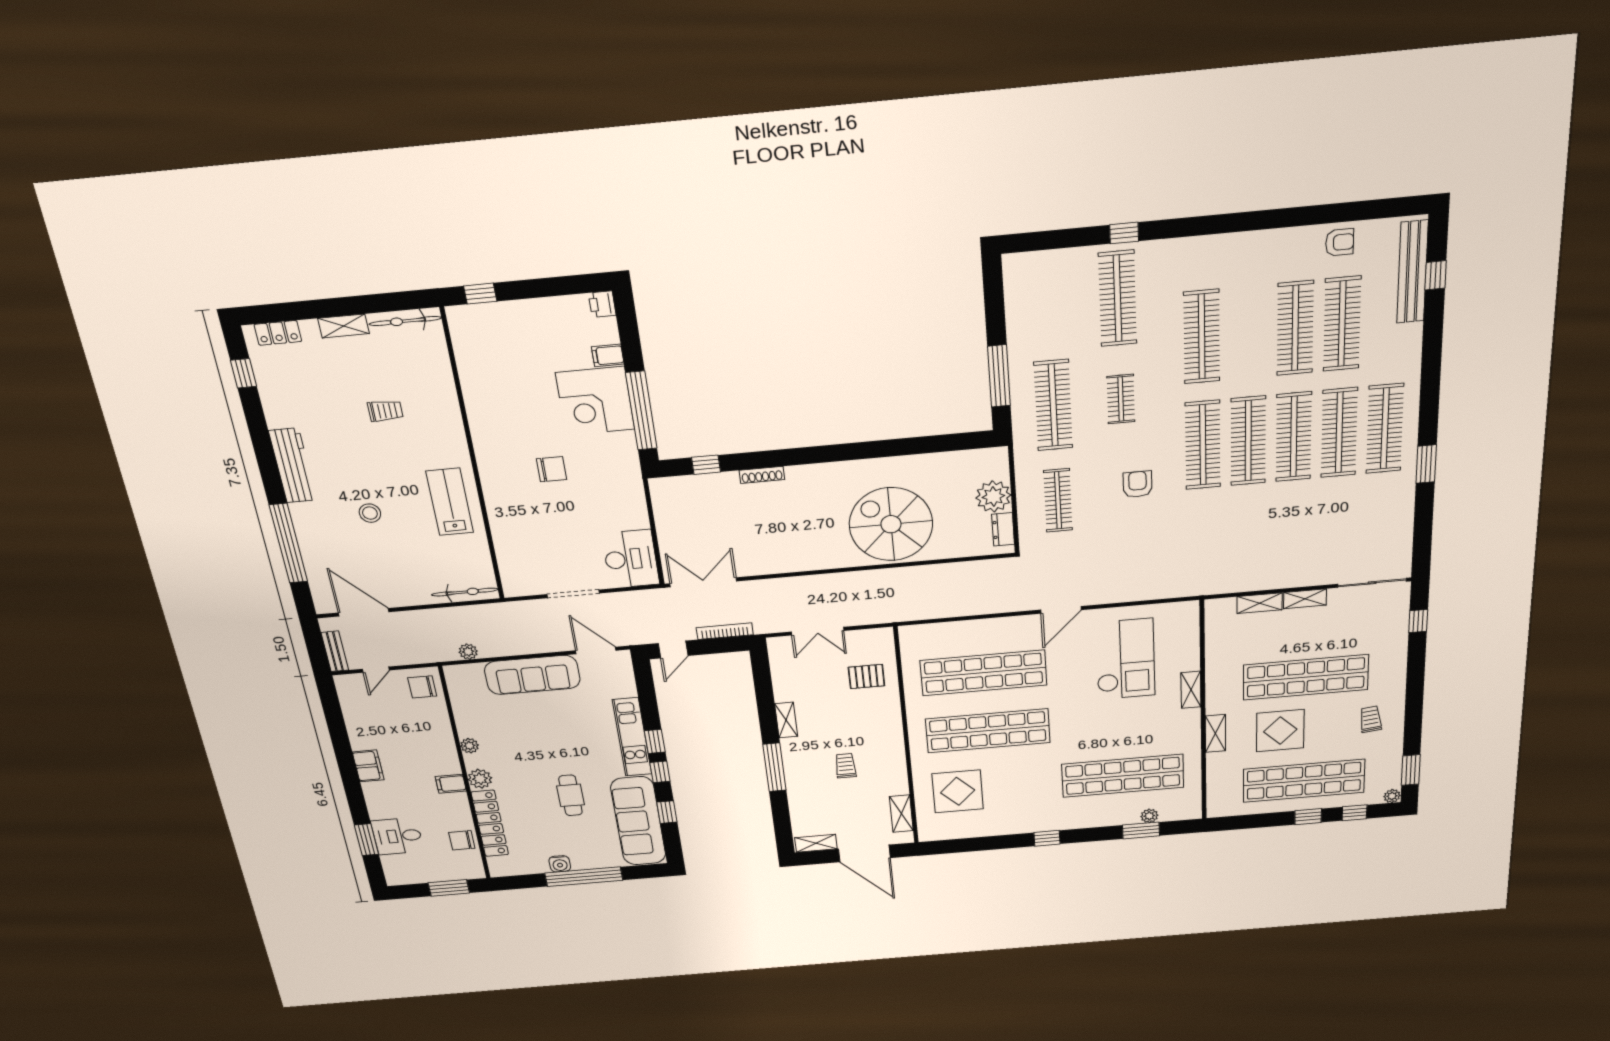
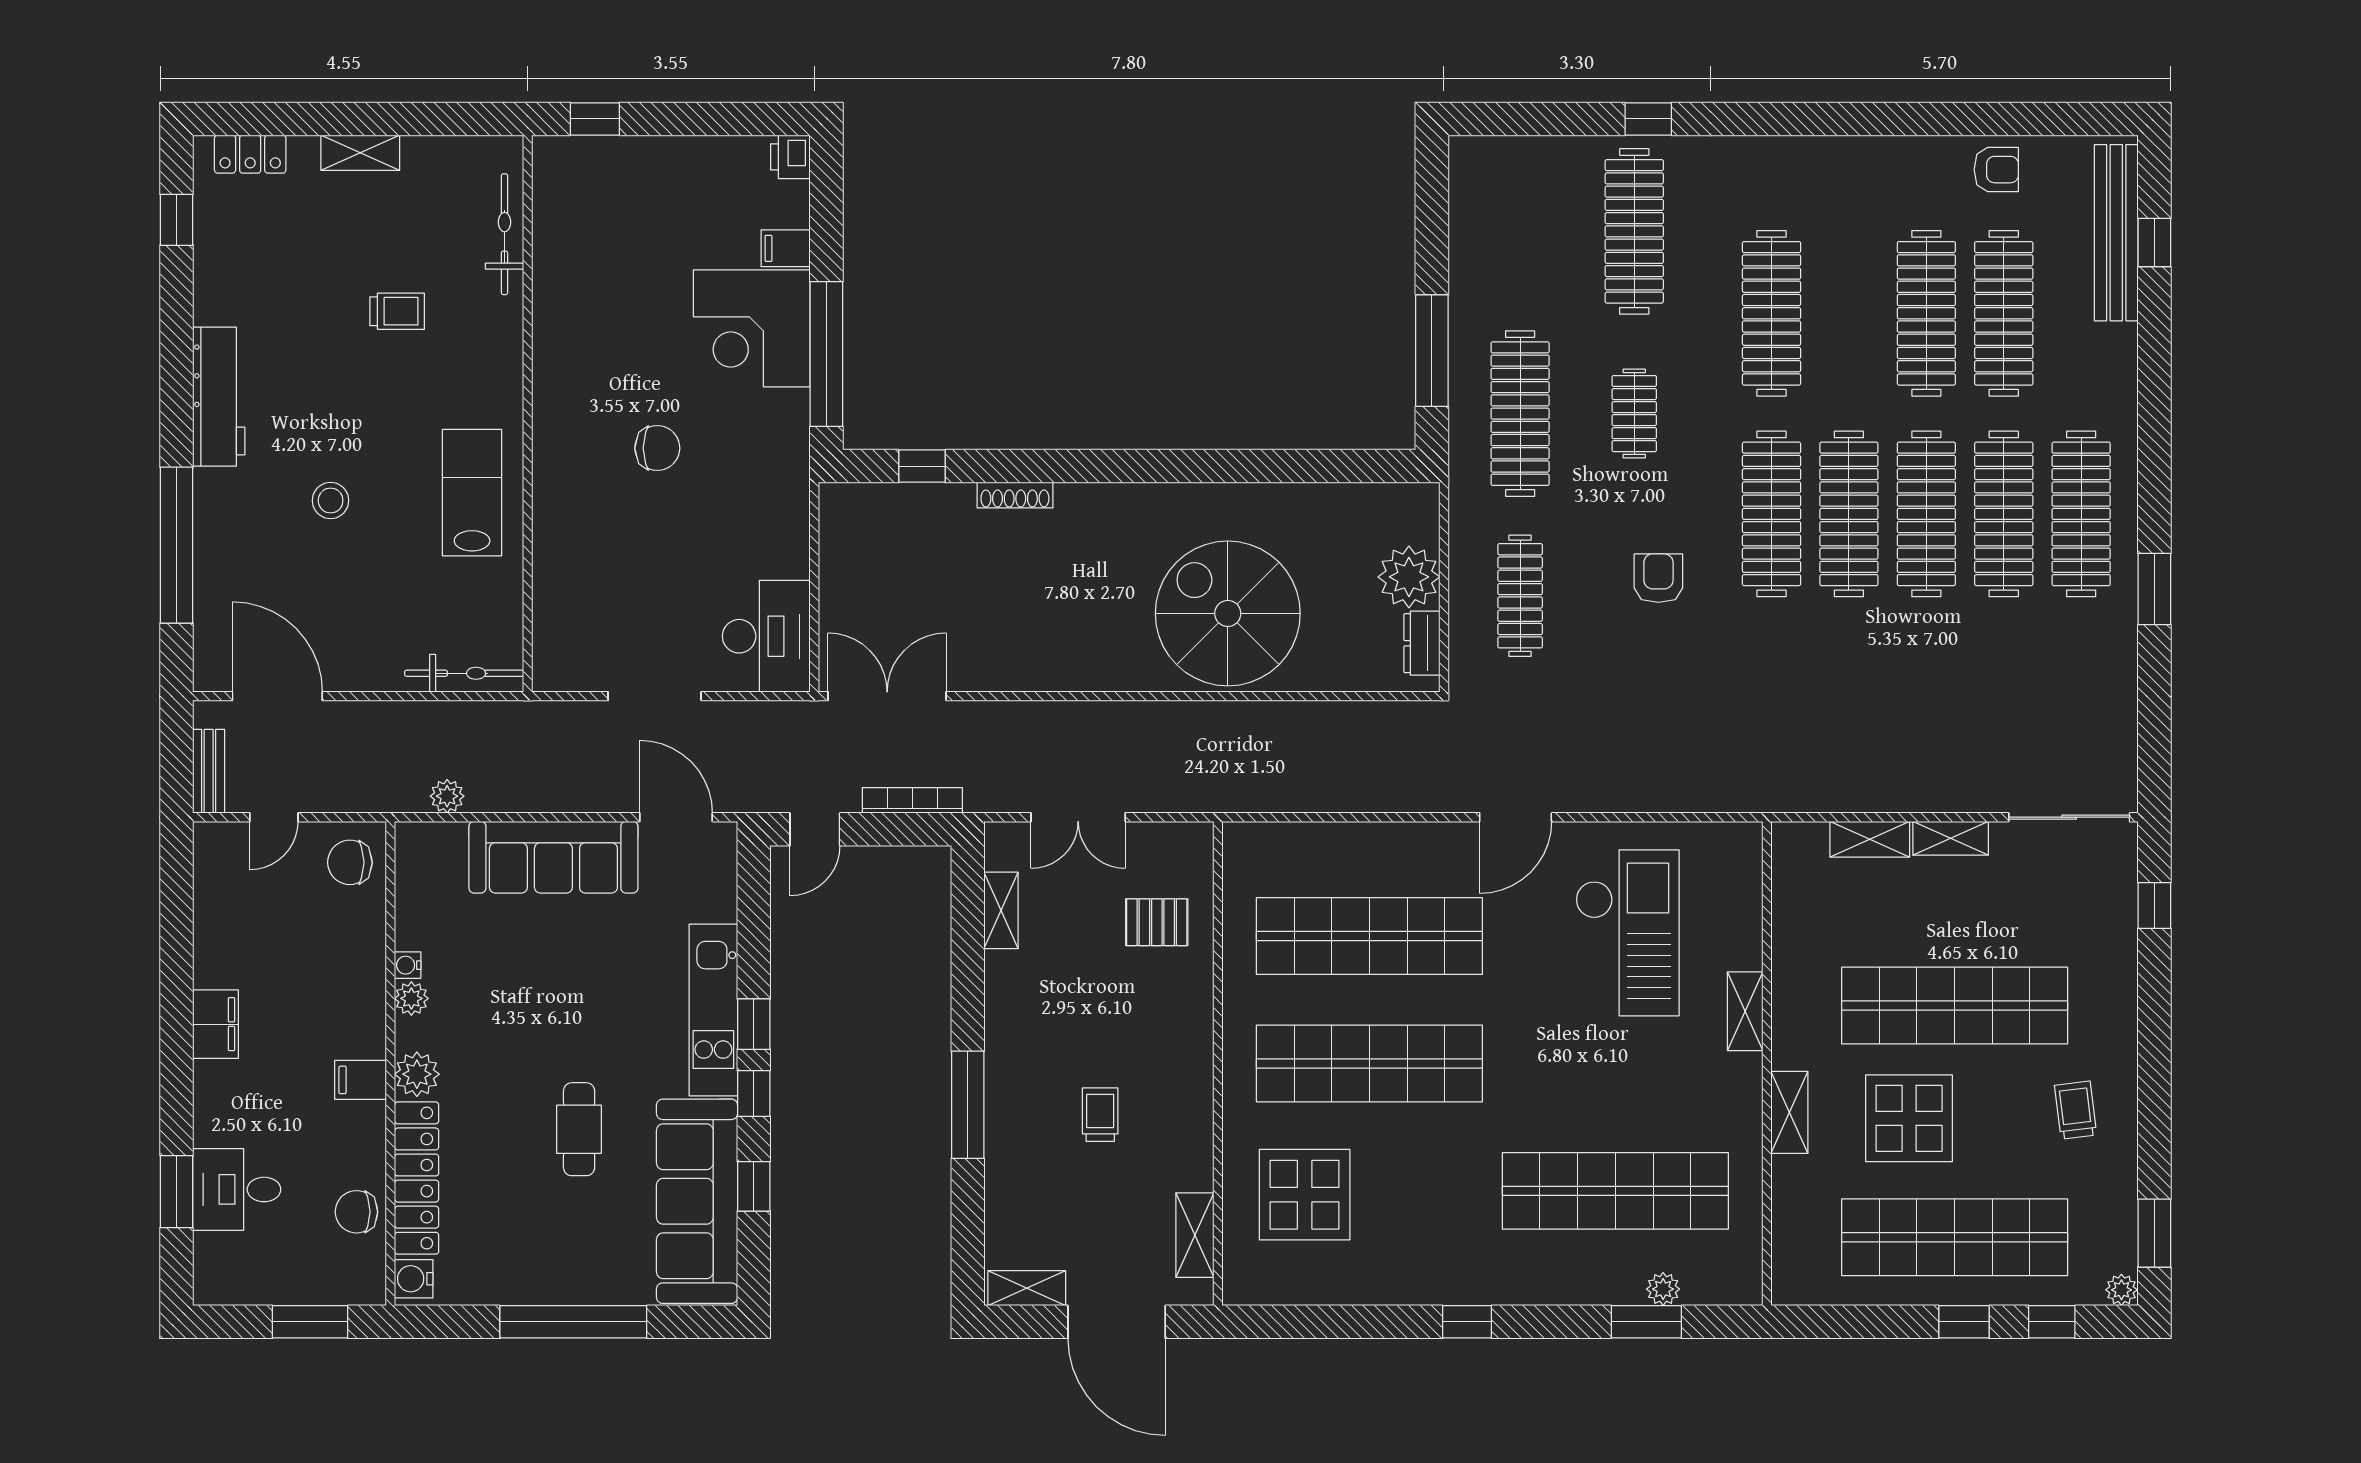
bicycle: (405, 321) -> (505, 234), moved, turned 90
shelving: (786, 720) -> (1001, 910), moved
water cooler: (464, 731) -> (408, 965), added
water cooler: (560, 864) -> (414, 1279), moved, turned 90

